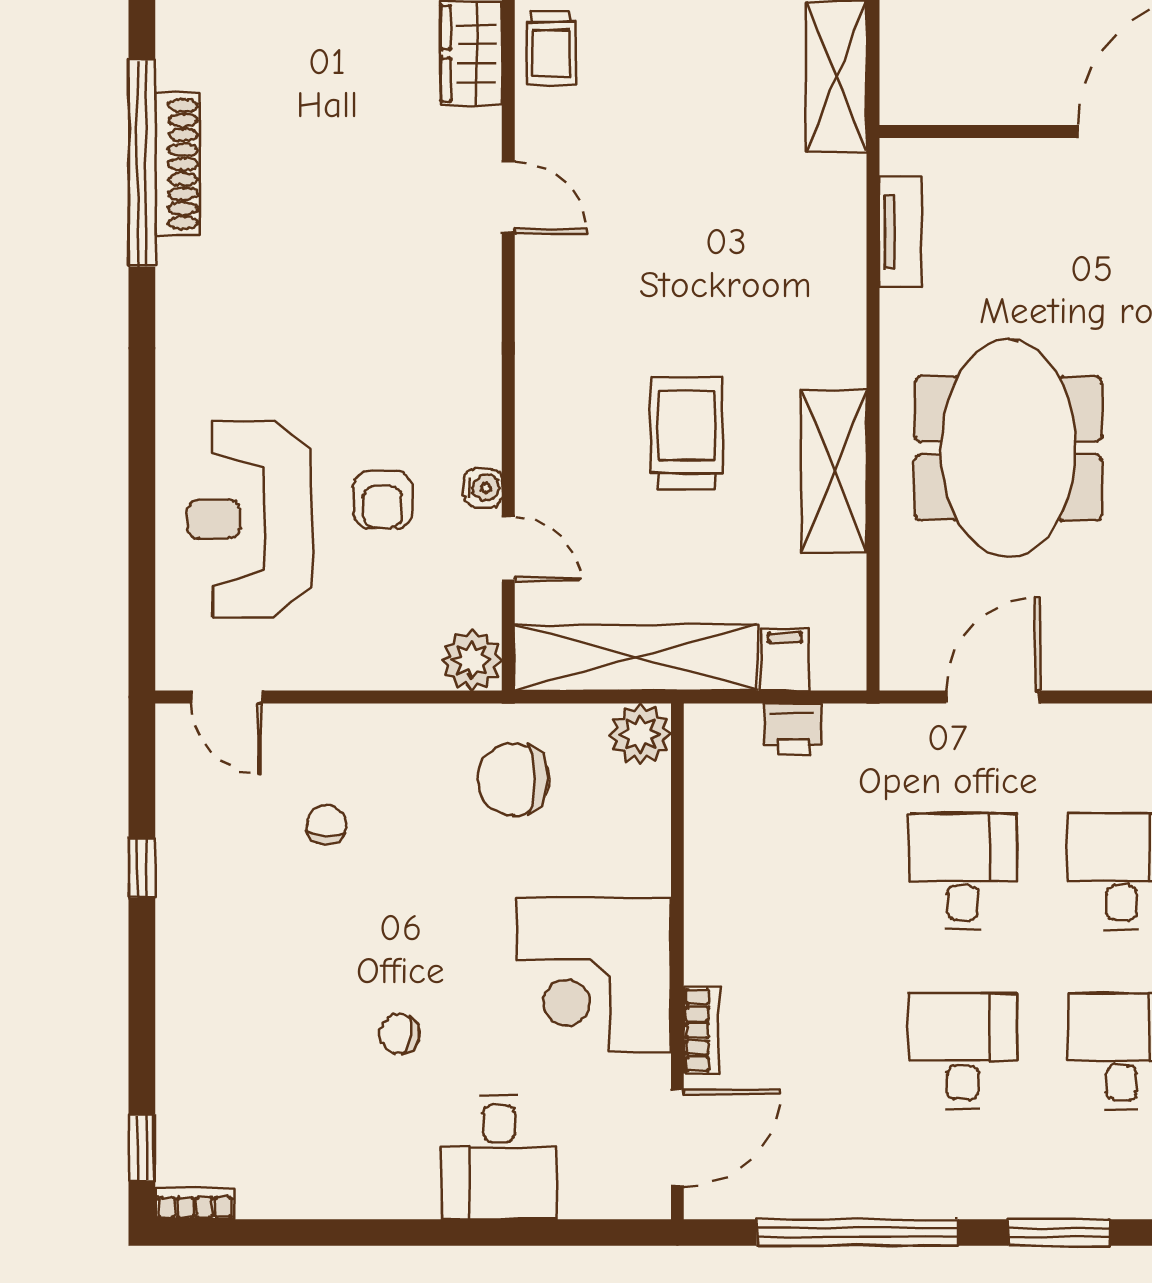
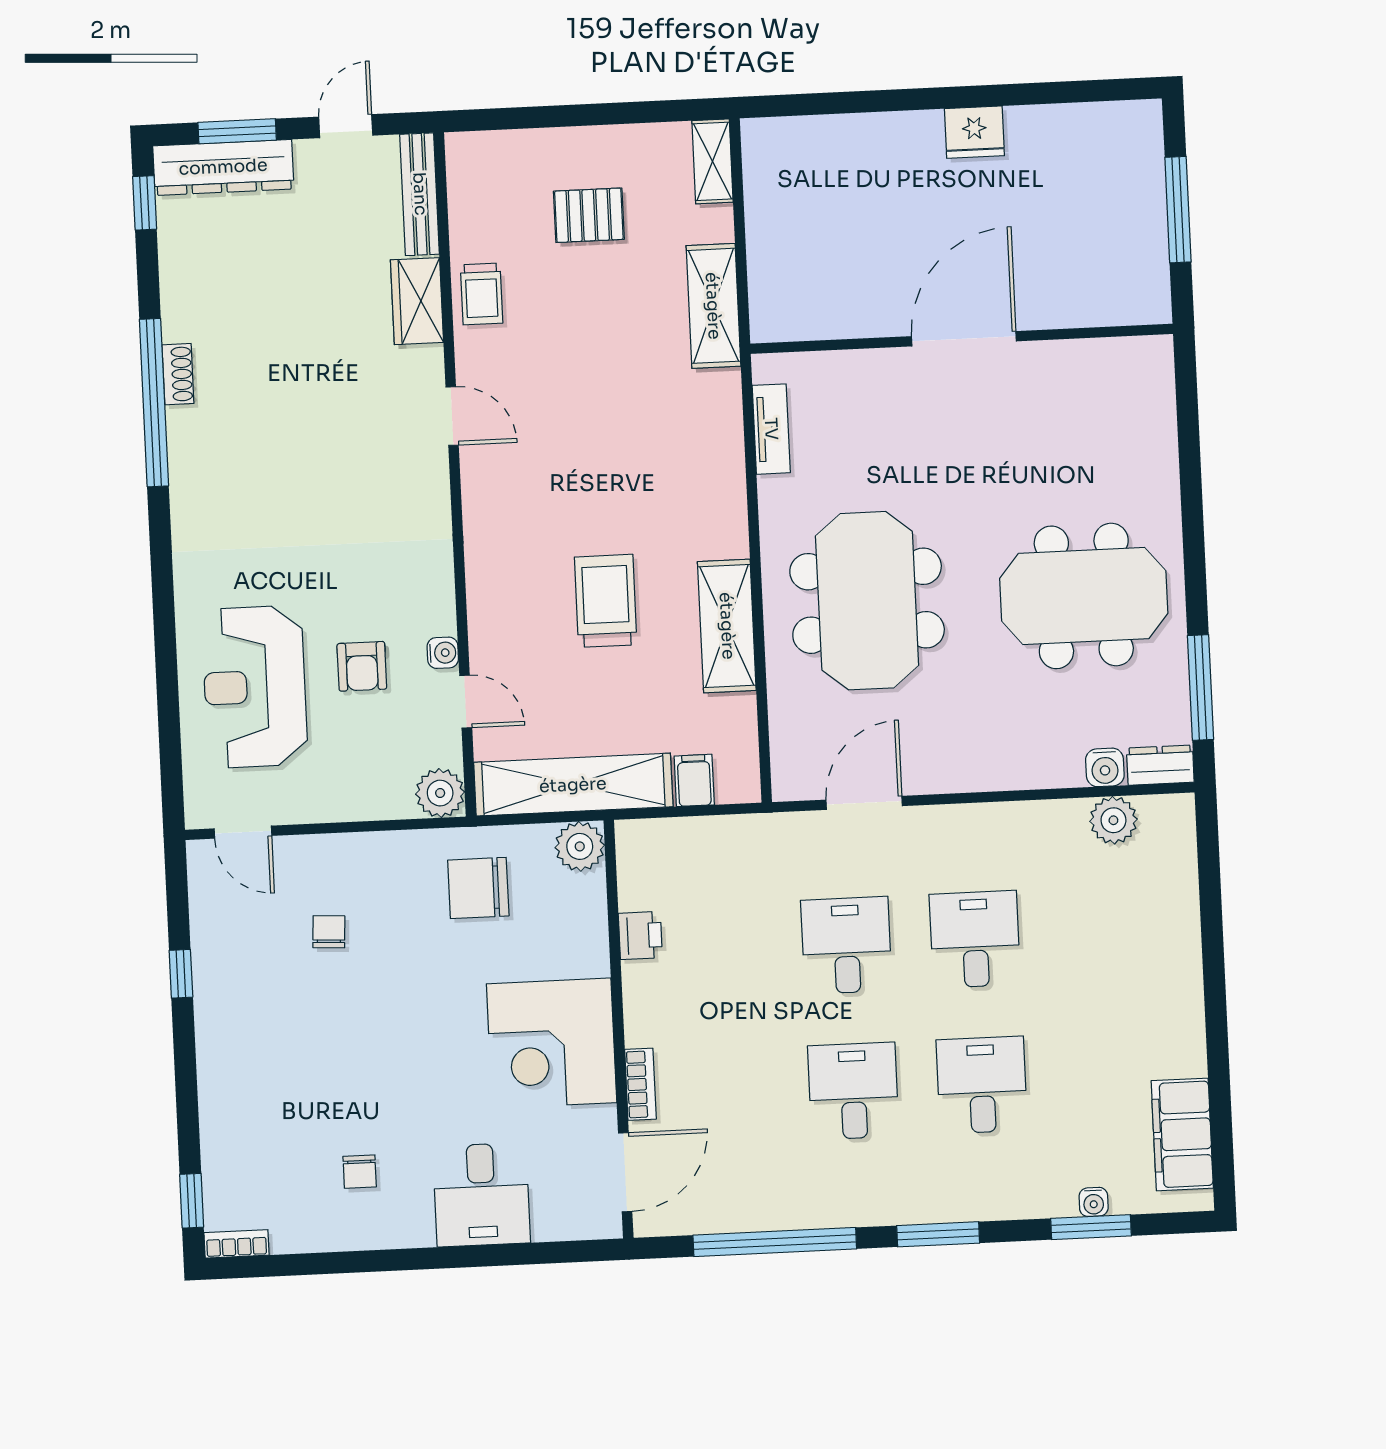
shoe rack: (177, 164) -> (178, 374), width x0.51, depth x0.81
printer: (793, 729) -> (640, 936), moved, turned -90
chair: (399, 1034) -> (360, 1172), moved, turned -101

